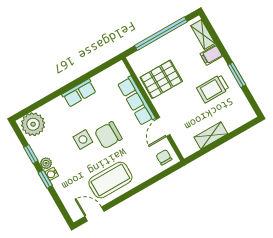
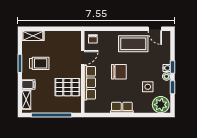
shelving: (211, 135) -> (33, 36), moved
side table: (83, 139) -> (148, 87), moved

